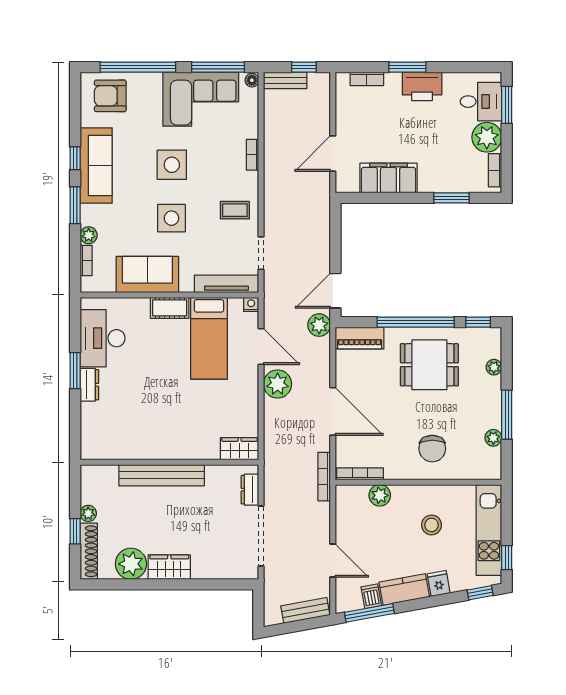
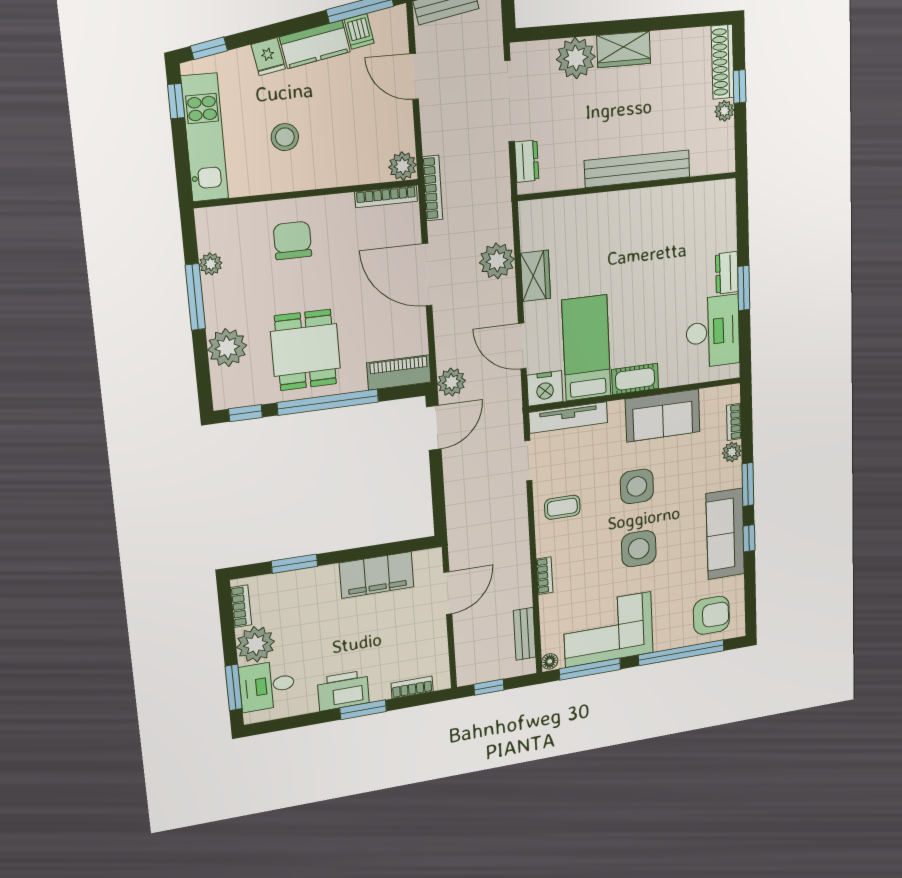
bench: (285, 80) -> (525, 634), moved, turned 90
nightstand: (251, 304) -> (545, 388), width x1.89, depth x1.79
dining table: (429, 365) -> (306, 350), turned 90
plant: (494, 367) -> (227, 348), width x1.87, depth x1.87
plant: (278, 384) -> (497, 261), moved
wardrobe: (240, 449) -> (535, 276), moved, turned -90
plant: (380, 495) -> (403, 166), moved
plant: (131, 564) -> (576, 58), moved

